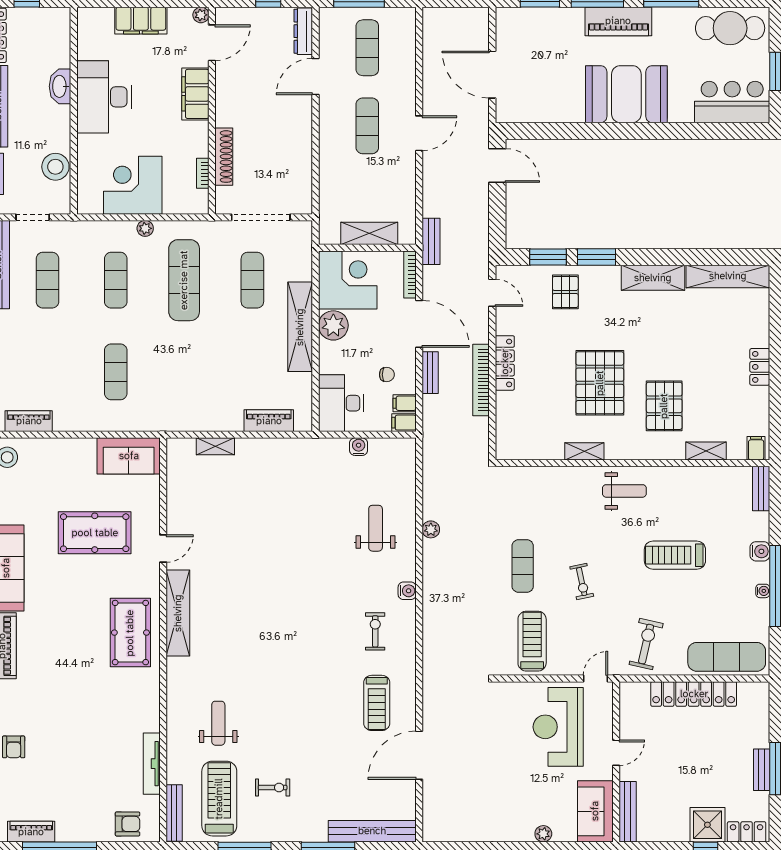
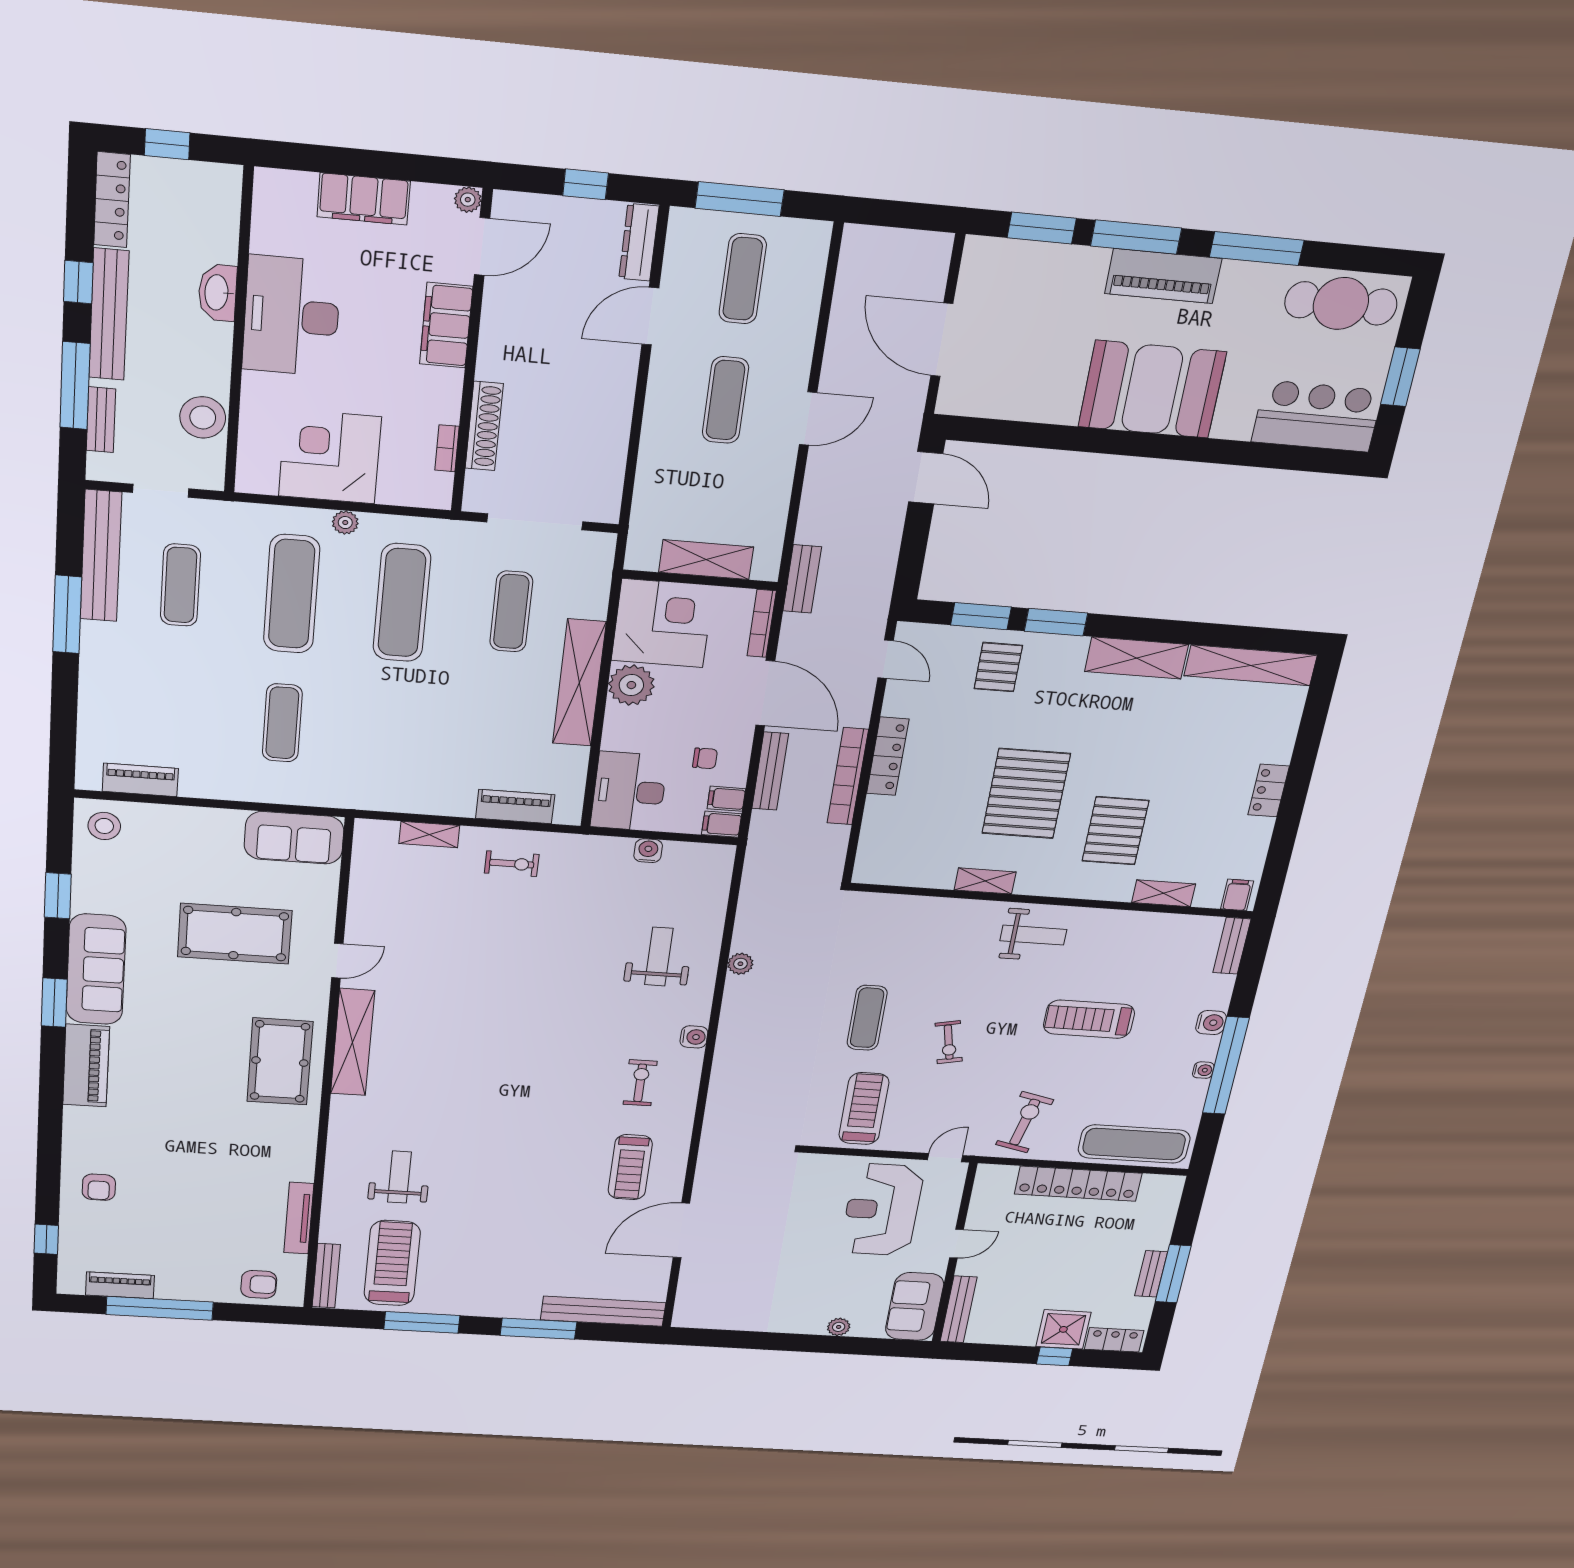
exercise mat: (116, 280) -> (292, 594), width x1.36, depth x1.45
bench: (430, 373) -> (770, 771), width x1.36
exercise bike: (273, 788) -> (512, 864), moved

